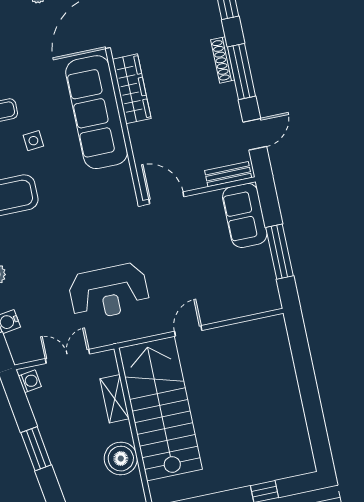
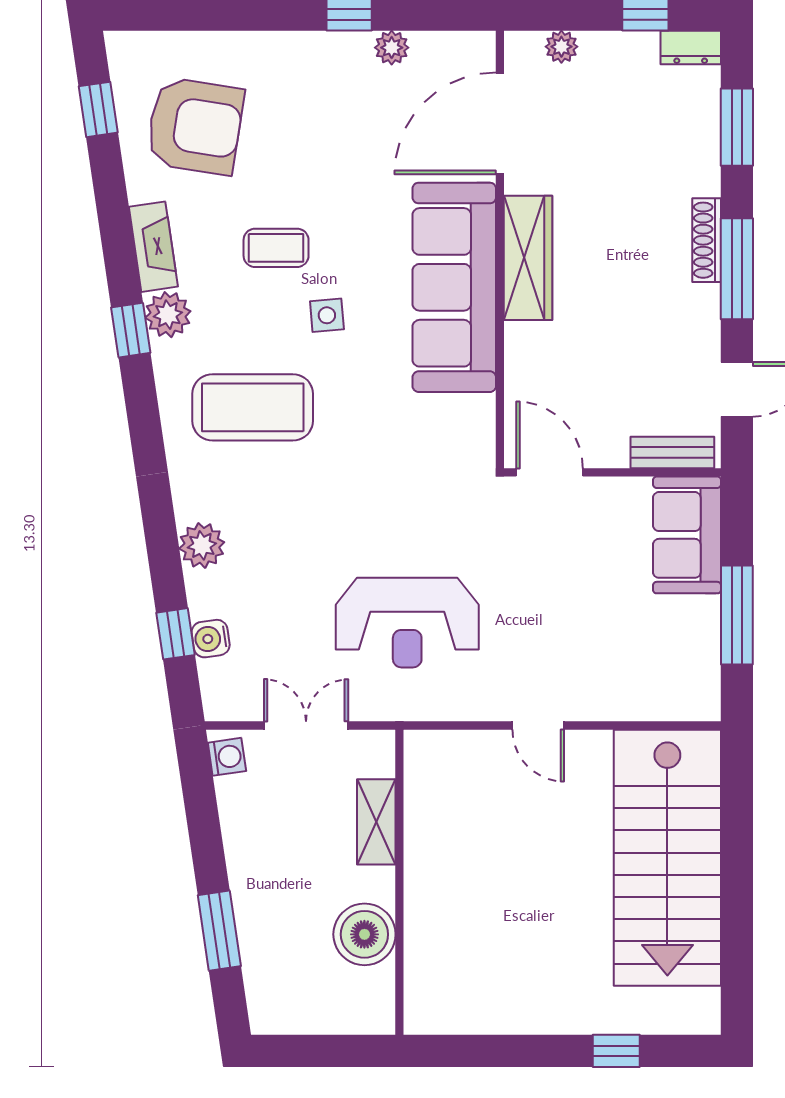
door: (188, 331) -> (538, 725), swing flipped
stairs: (160, 409) -> (667, 858), moved, turned 180
window: (36, 449) -> (219, 931), moved

